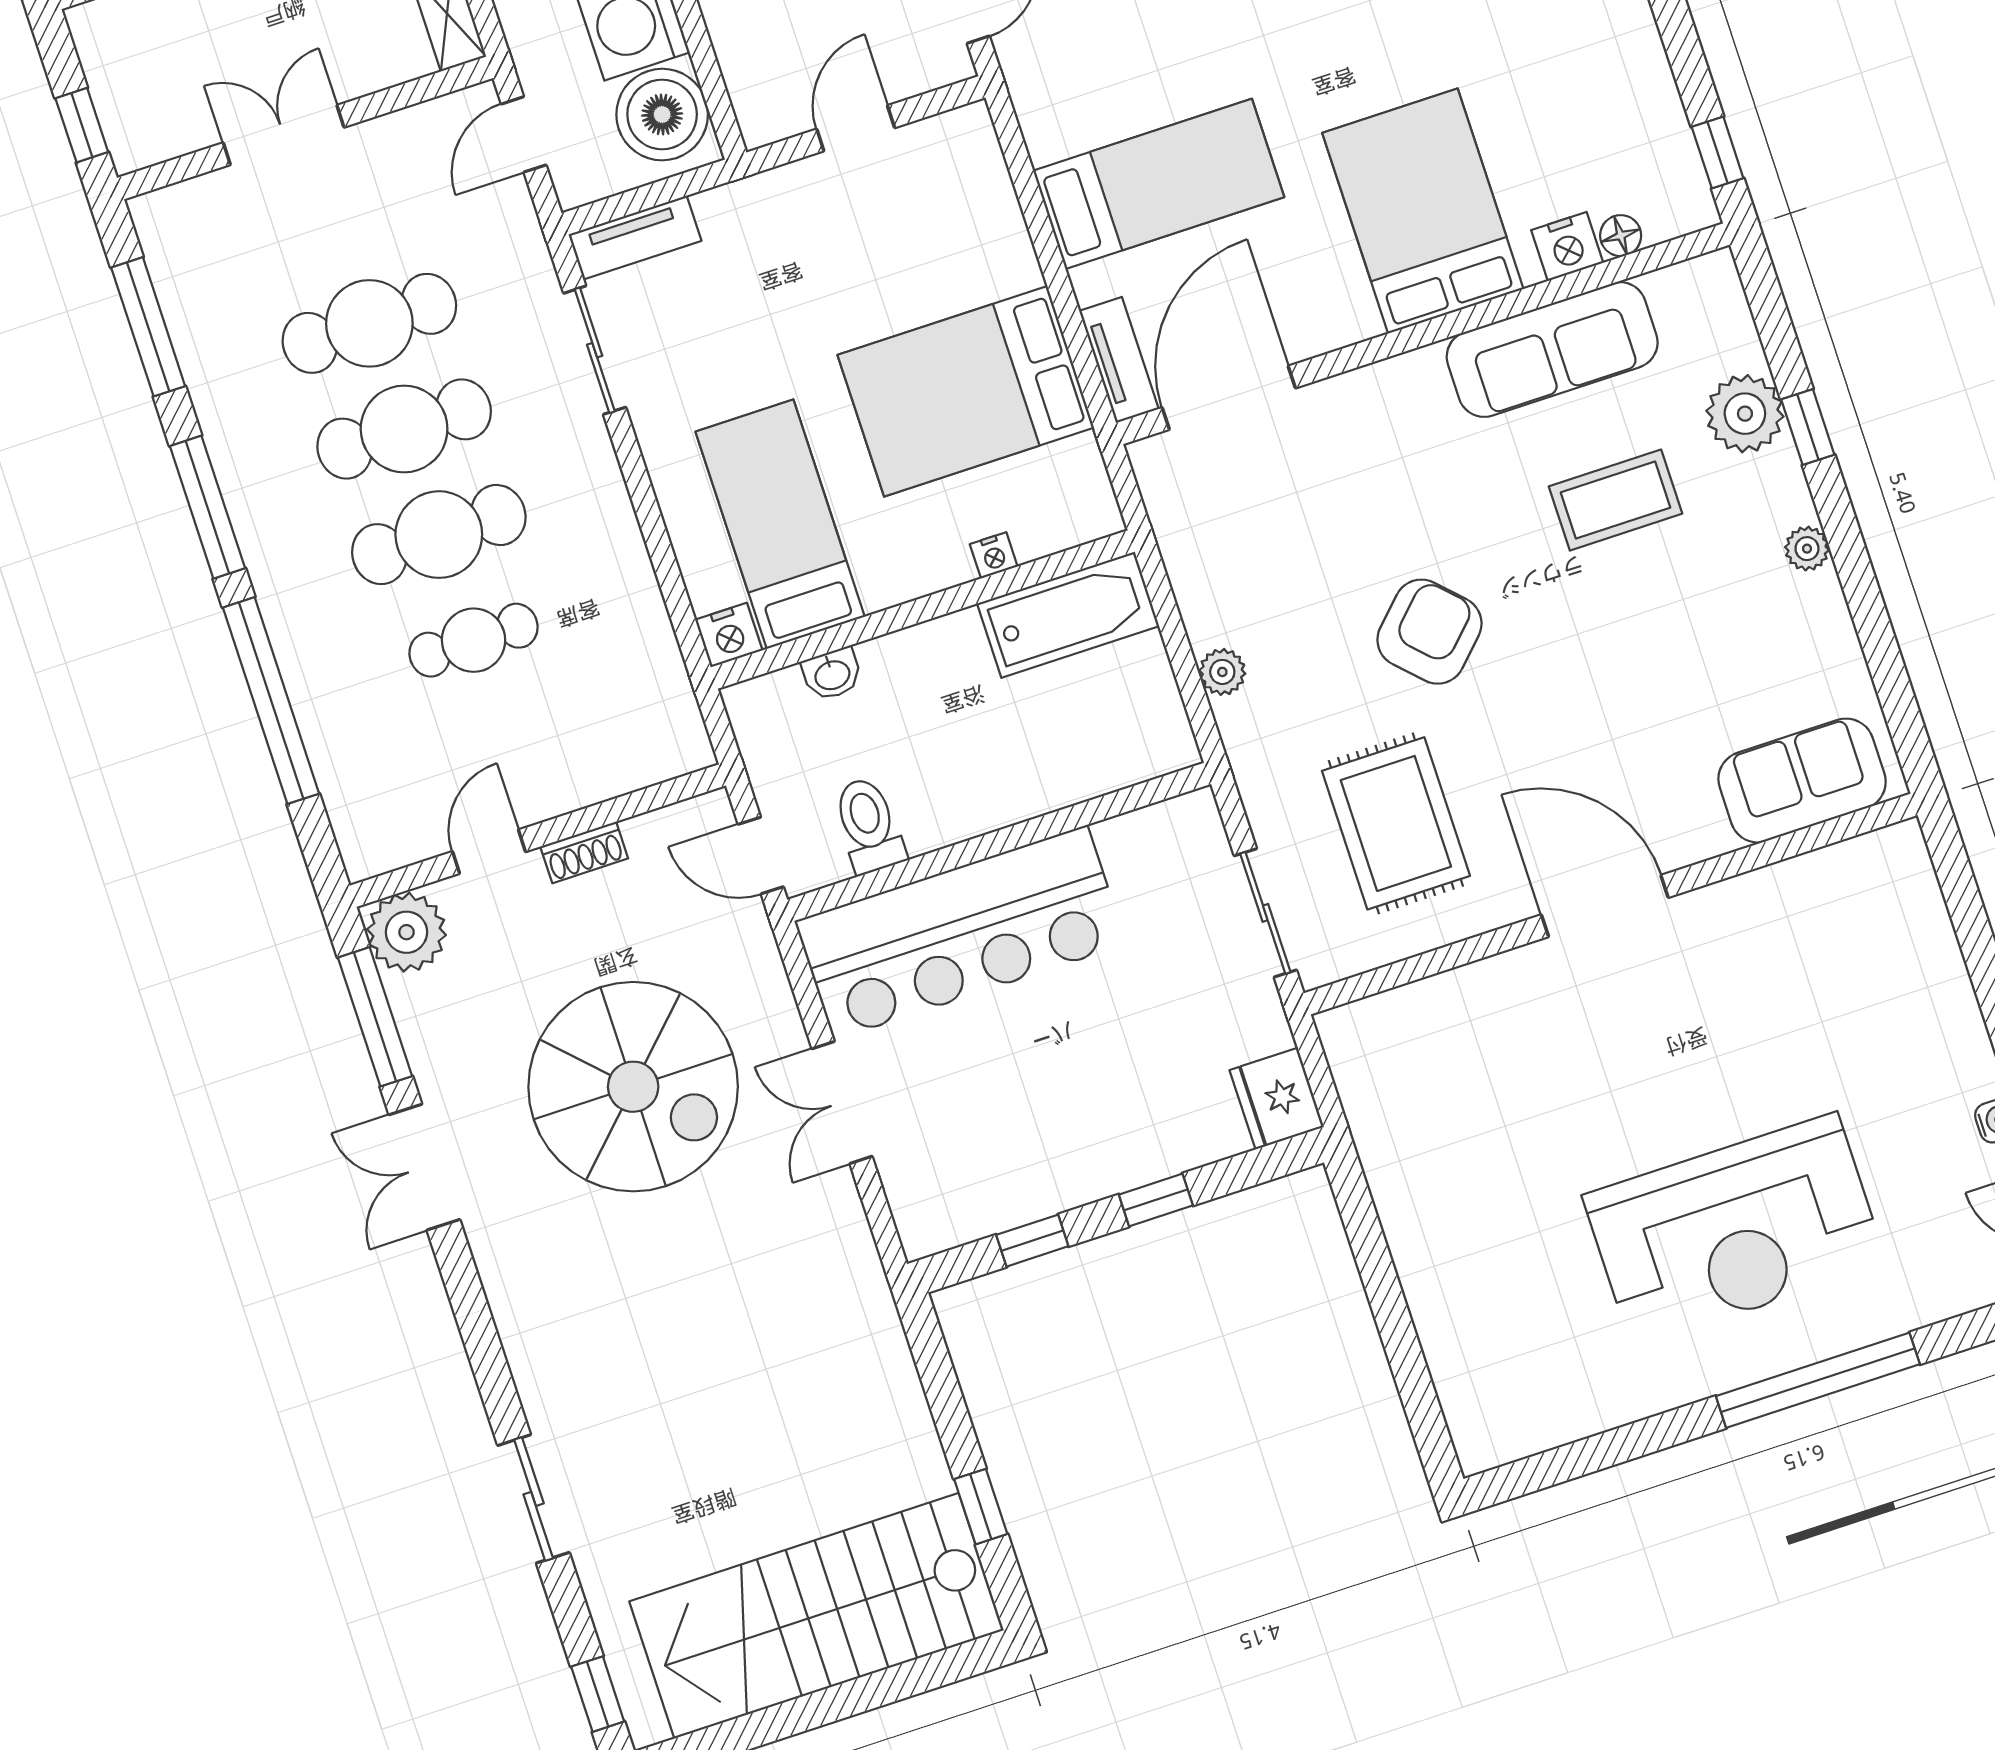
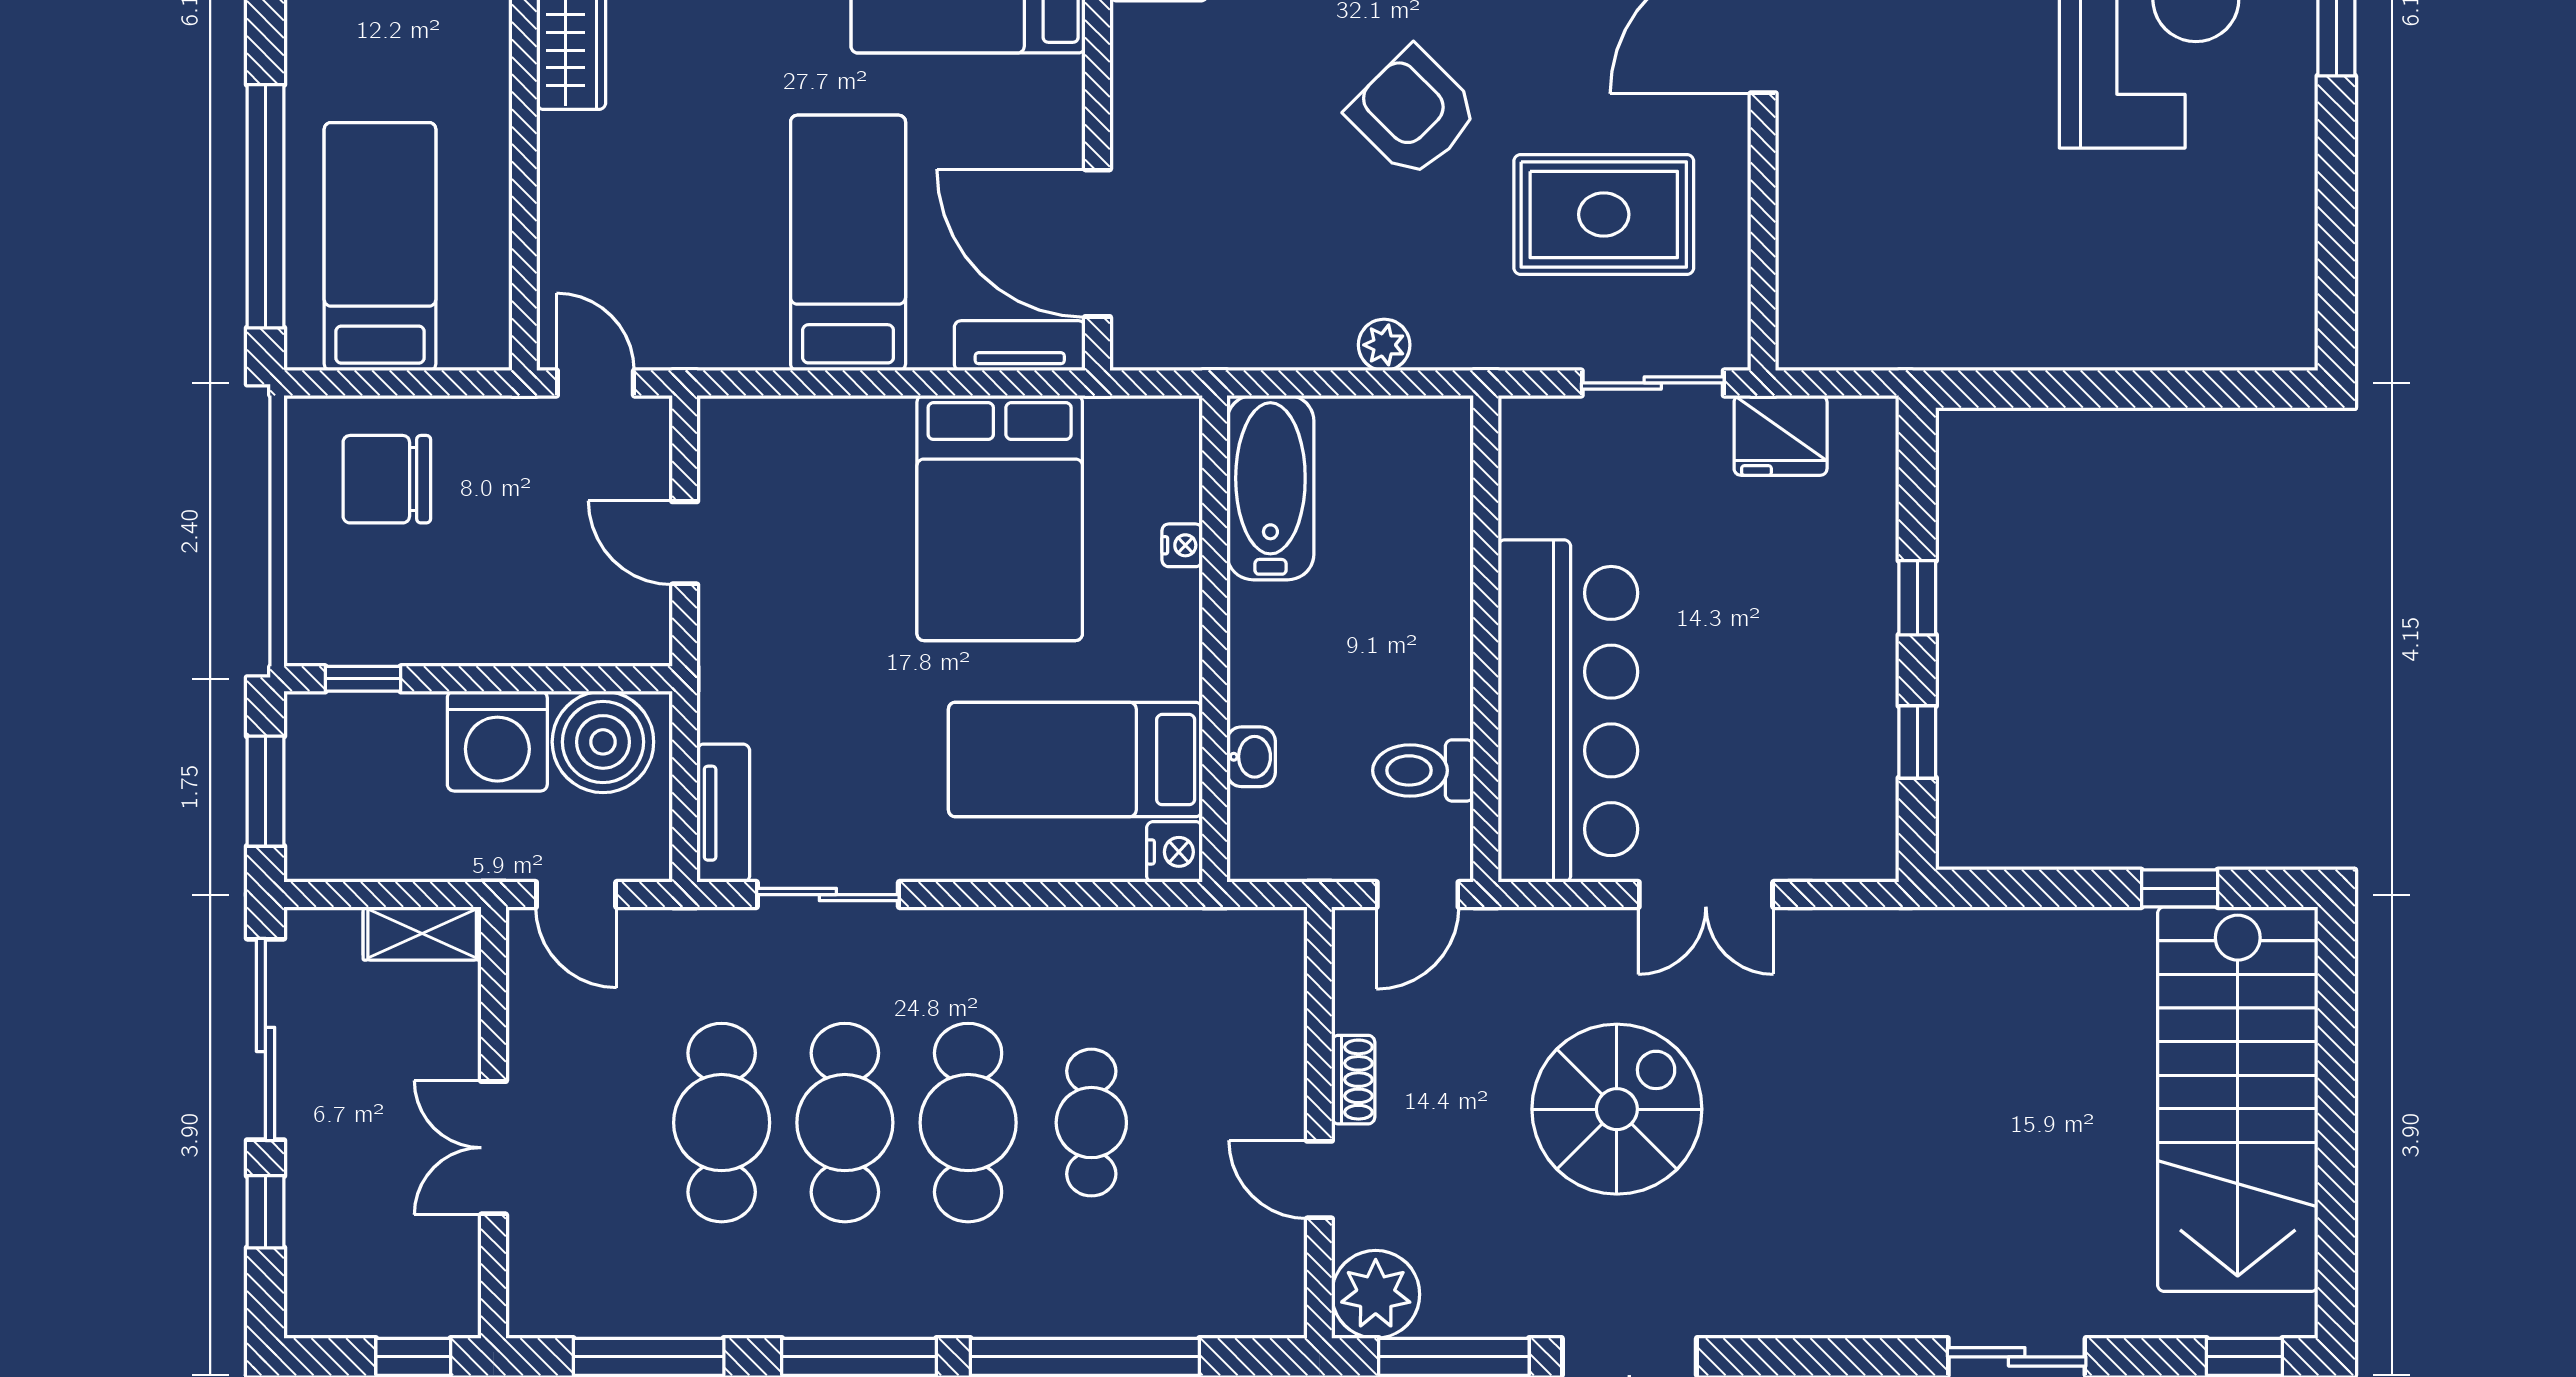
spiral stairs: (633, 1087) -> (1617, 1109), width x0.73, depth x0.73
fridge: (1277, 1099) -> (1781, 435), moved

